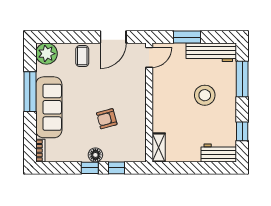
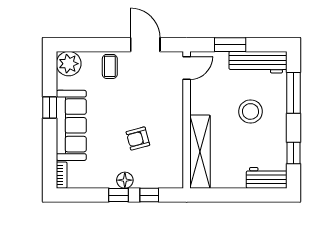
door: (113, 37) -> (145, 45), swing flipped
window: (30, 92) -> (50, 107), width x0.46
shelving: (159, 147) -> (200, 152), width x2.20, depth x1.33

